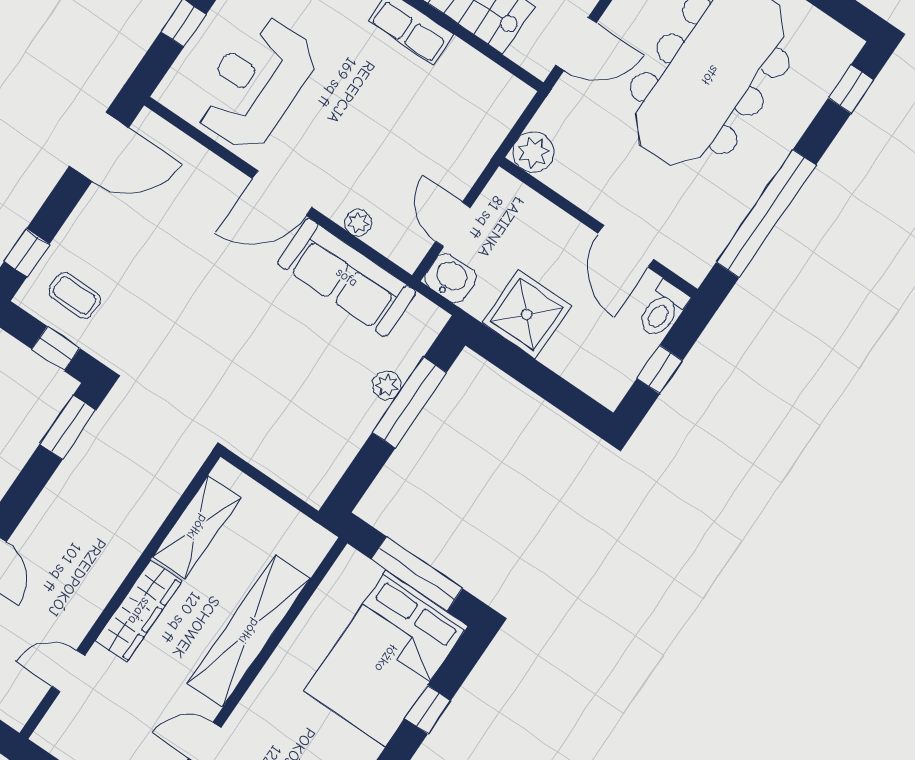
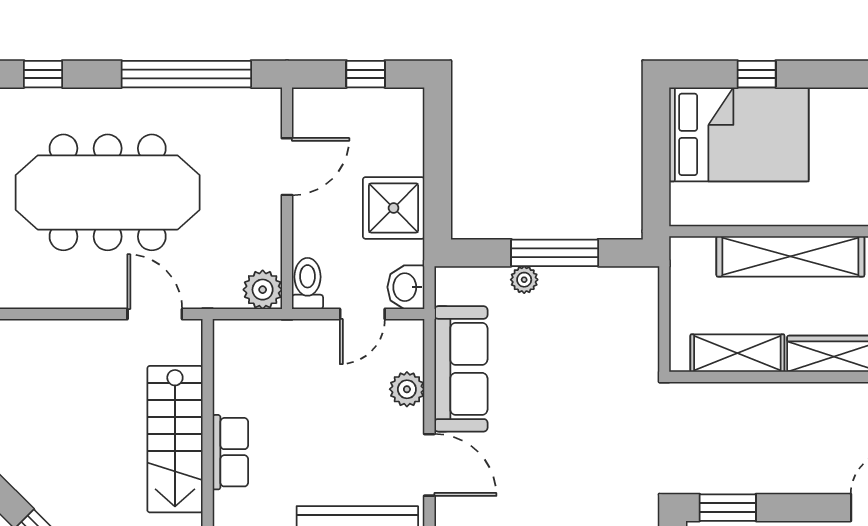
plant: (358, 223) -> (407, 389), width x1.38, depth x1.38
toilet: (662, 310) -> (307, 283), moved, turned -90
window: (409, 402) -> (555, 253), moved
window: (417, 574) -> (656, 155), removed

